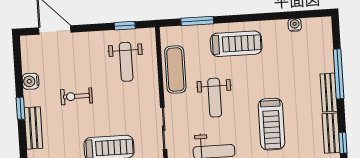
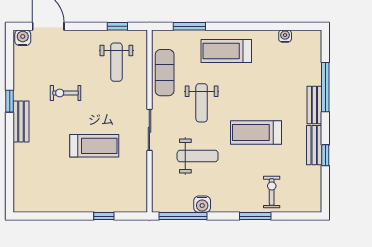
treadmill: (236, 44) -> (226, 51), turned 180
water cooler: (31, 81) -> (23, 38), moved, turned 90
treadmill: (271, 124) -> (256, 133), turned 90

